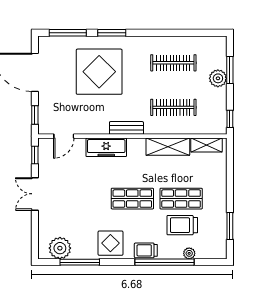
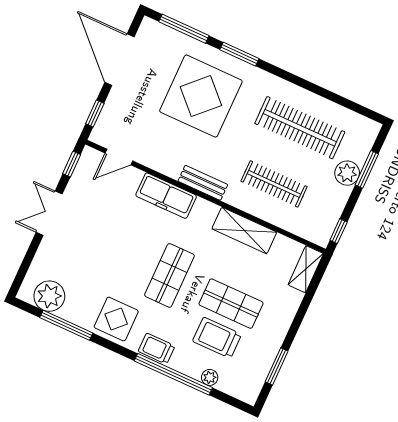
clothes rail: (173, 63) -> (300, 128), width x1.37, depth x1.31
shelving: (207, 145) -> (306, 269), moved, turned 90
shop shelf: (132, 199) -> (169, 275), turned 90

